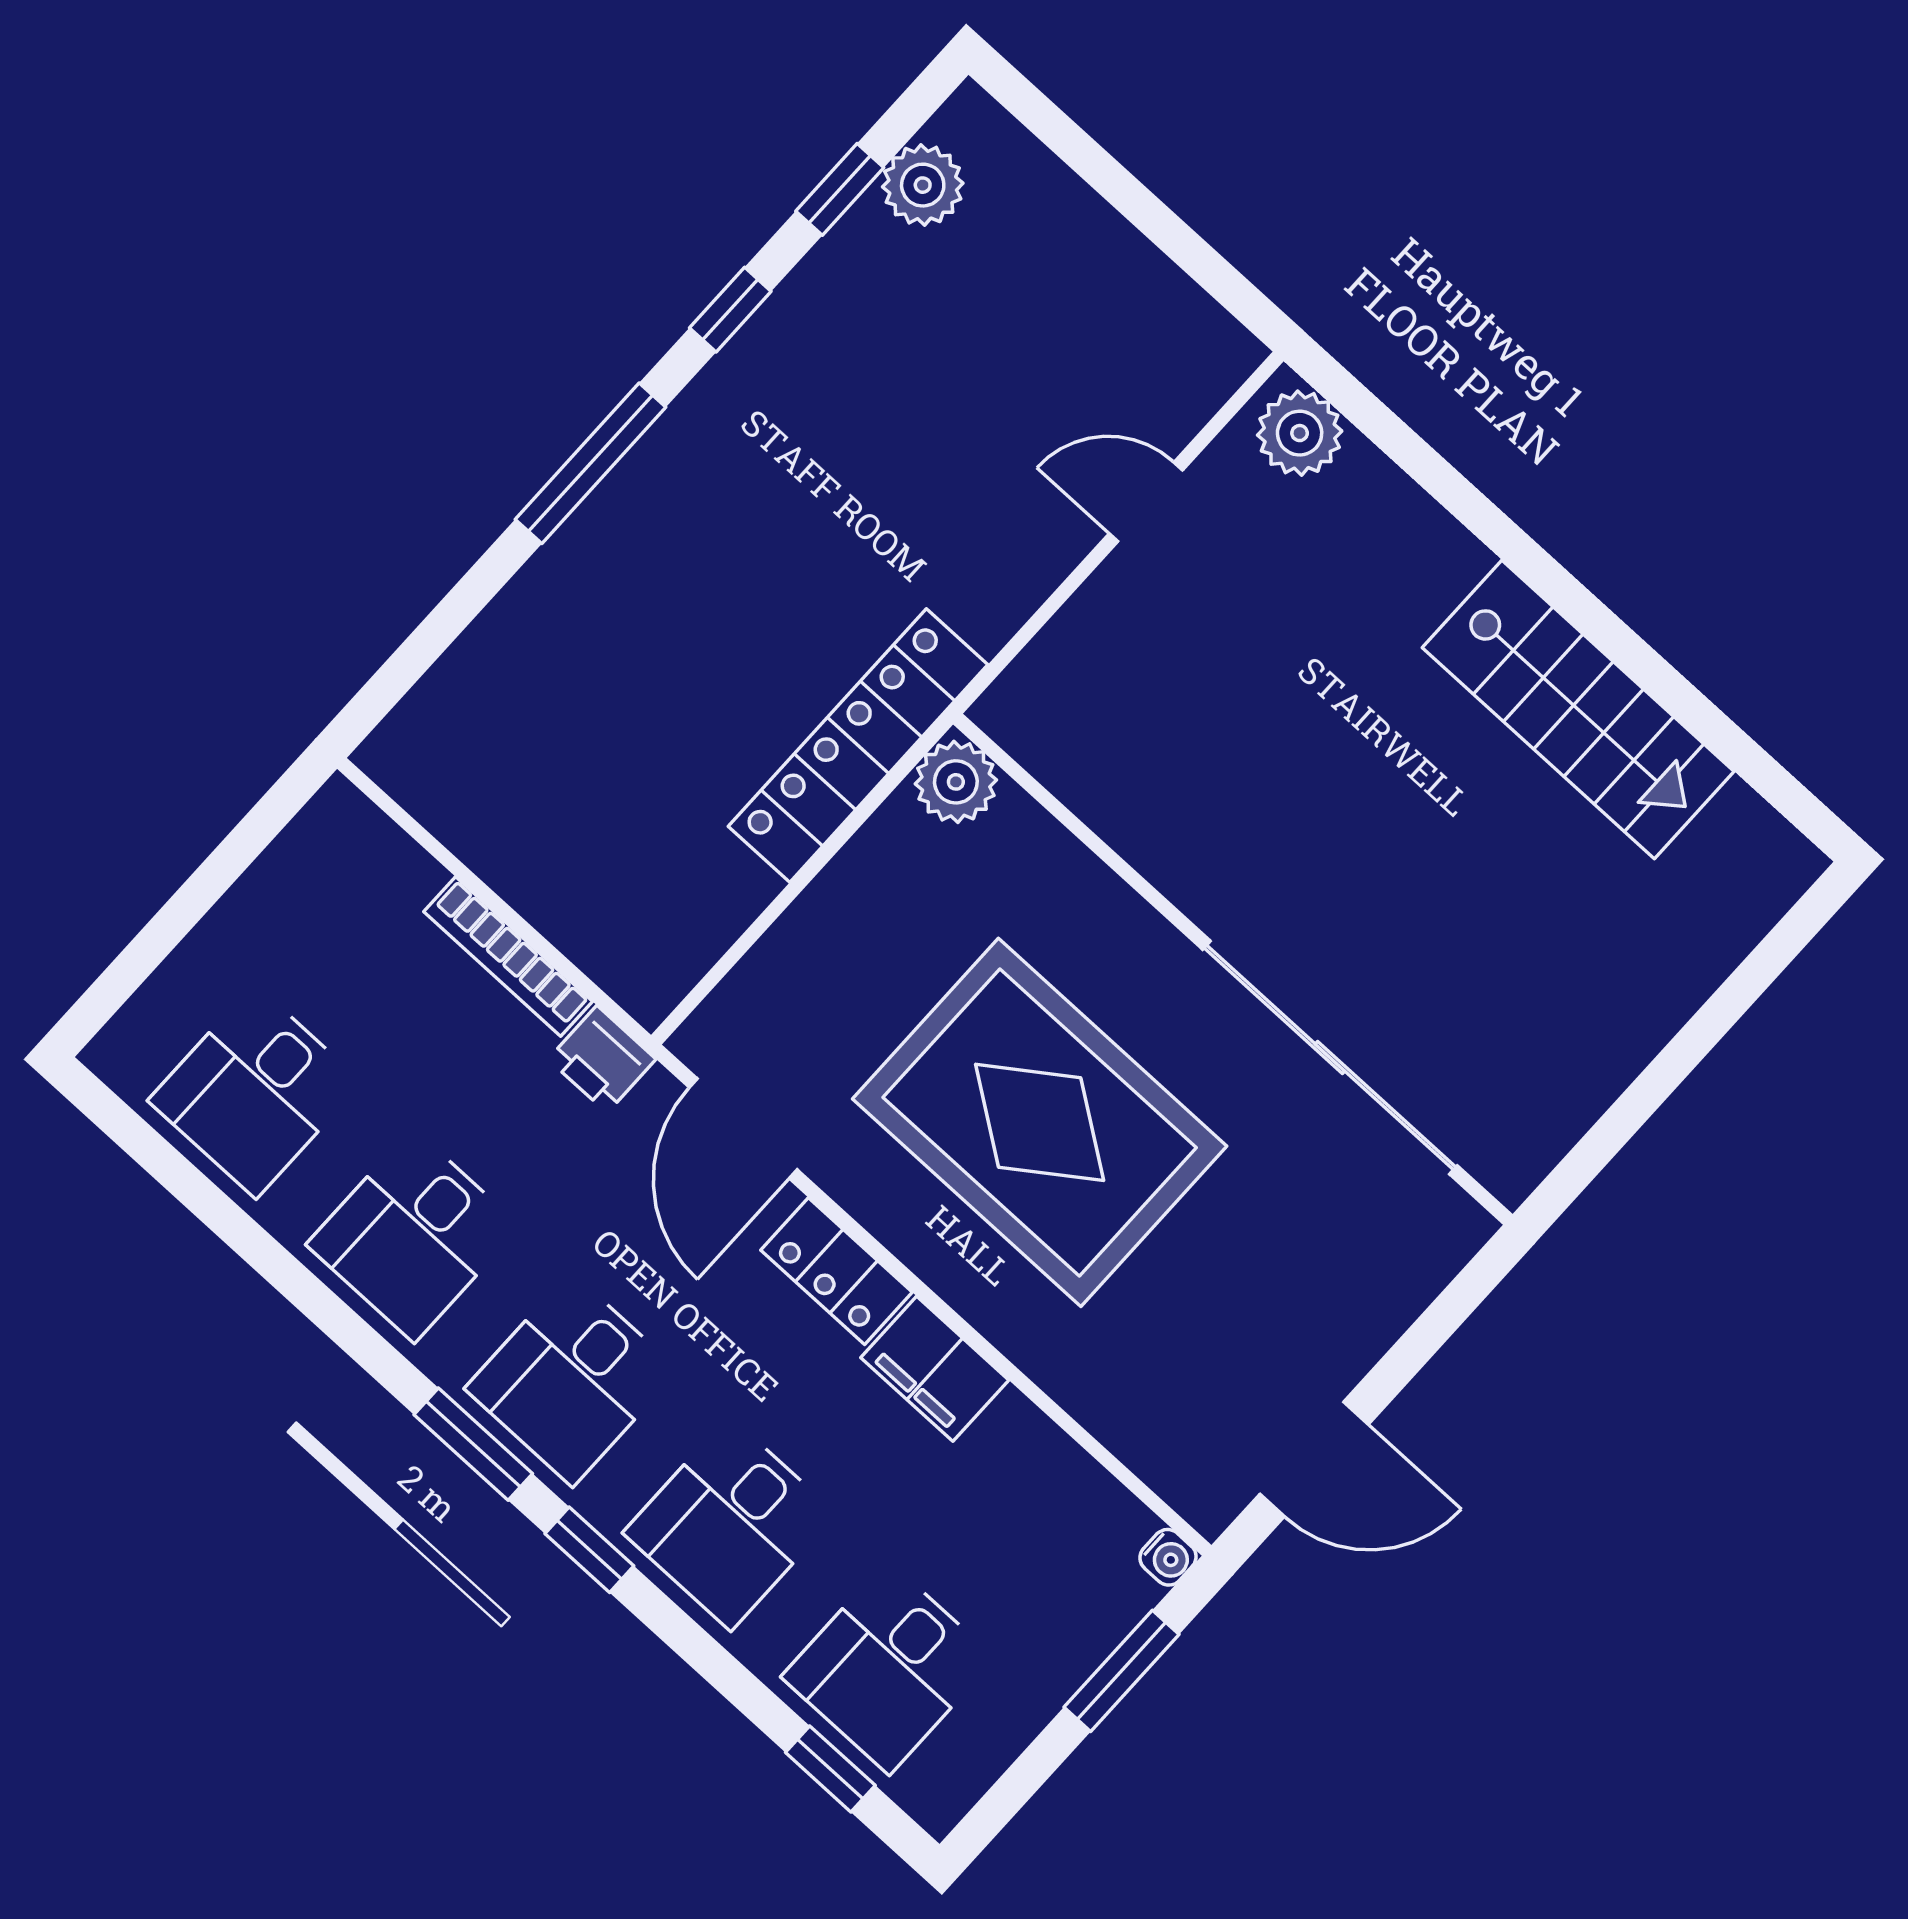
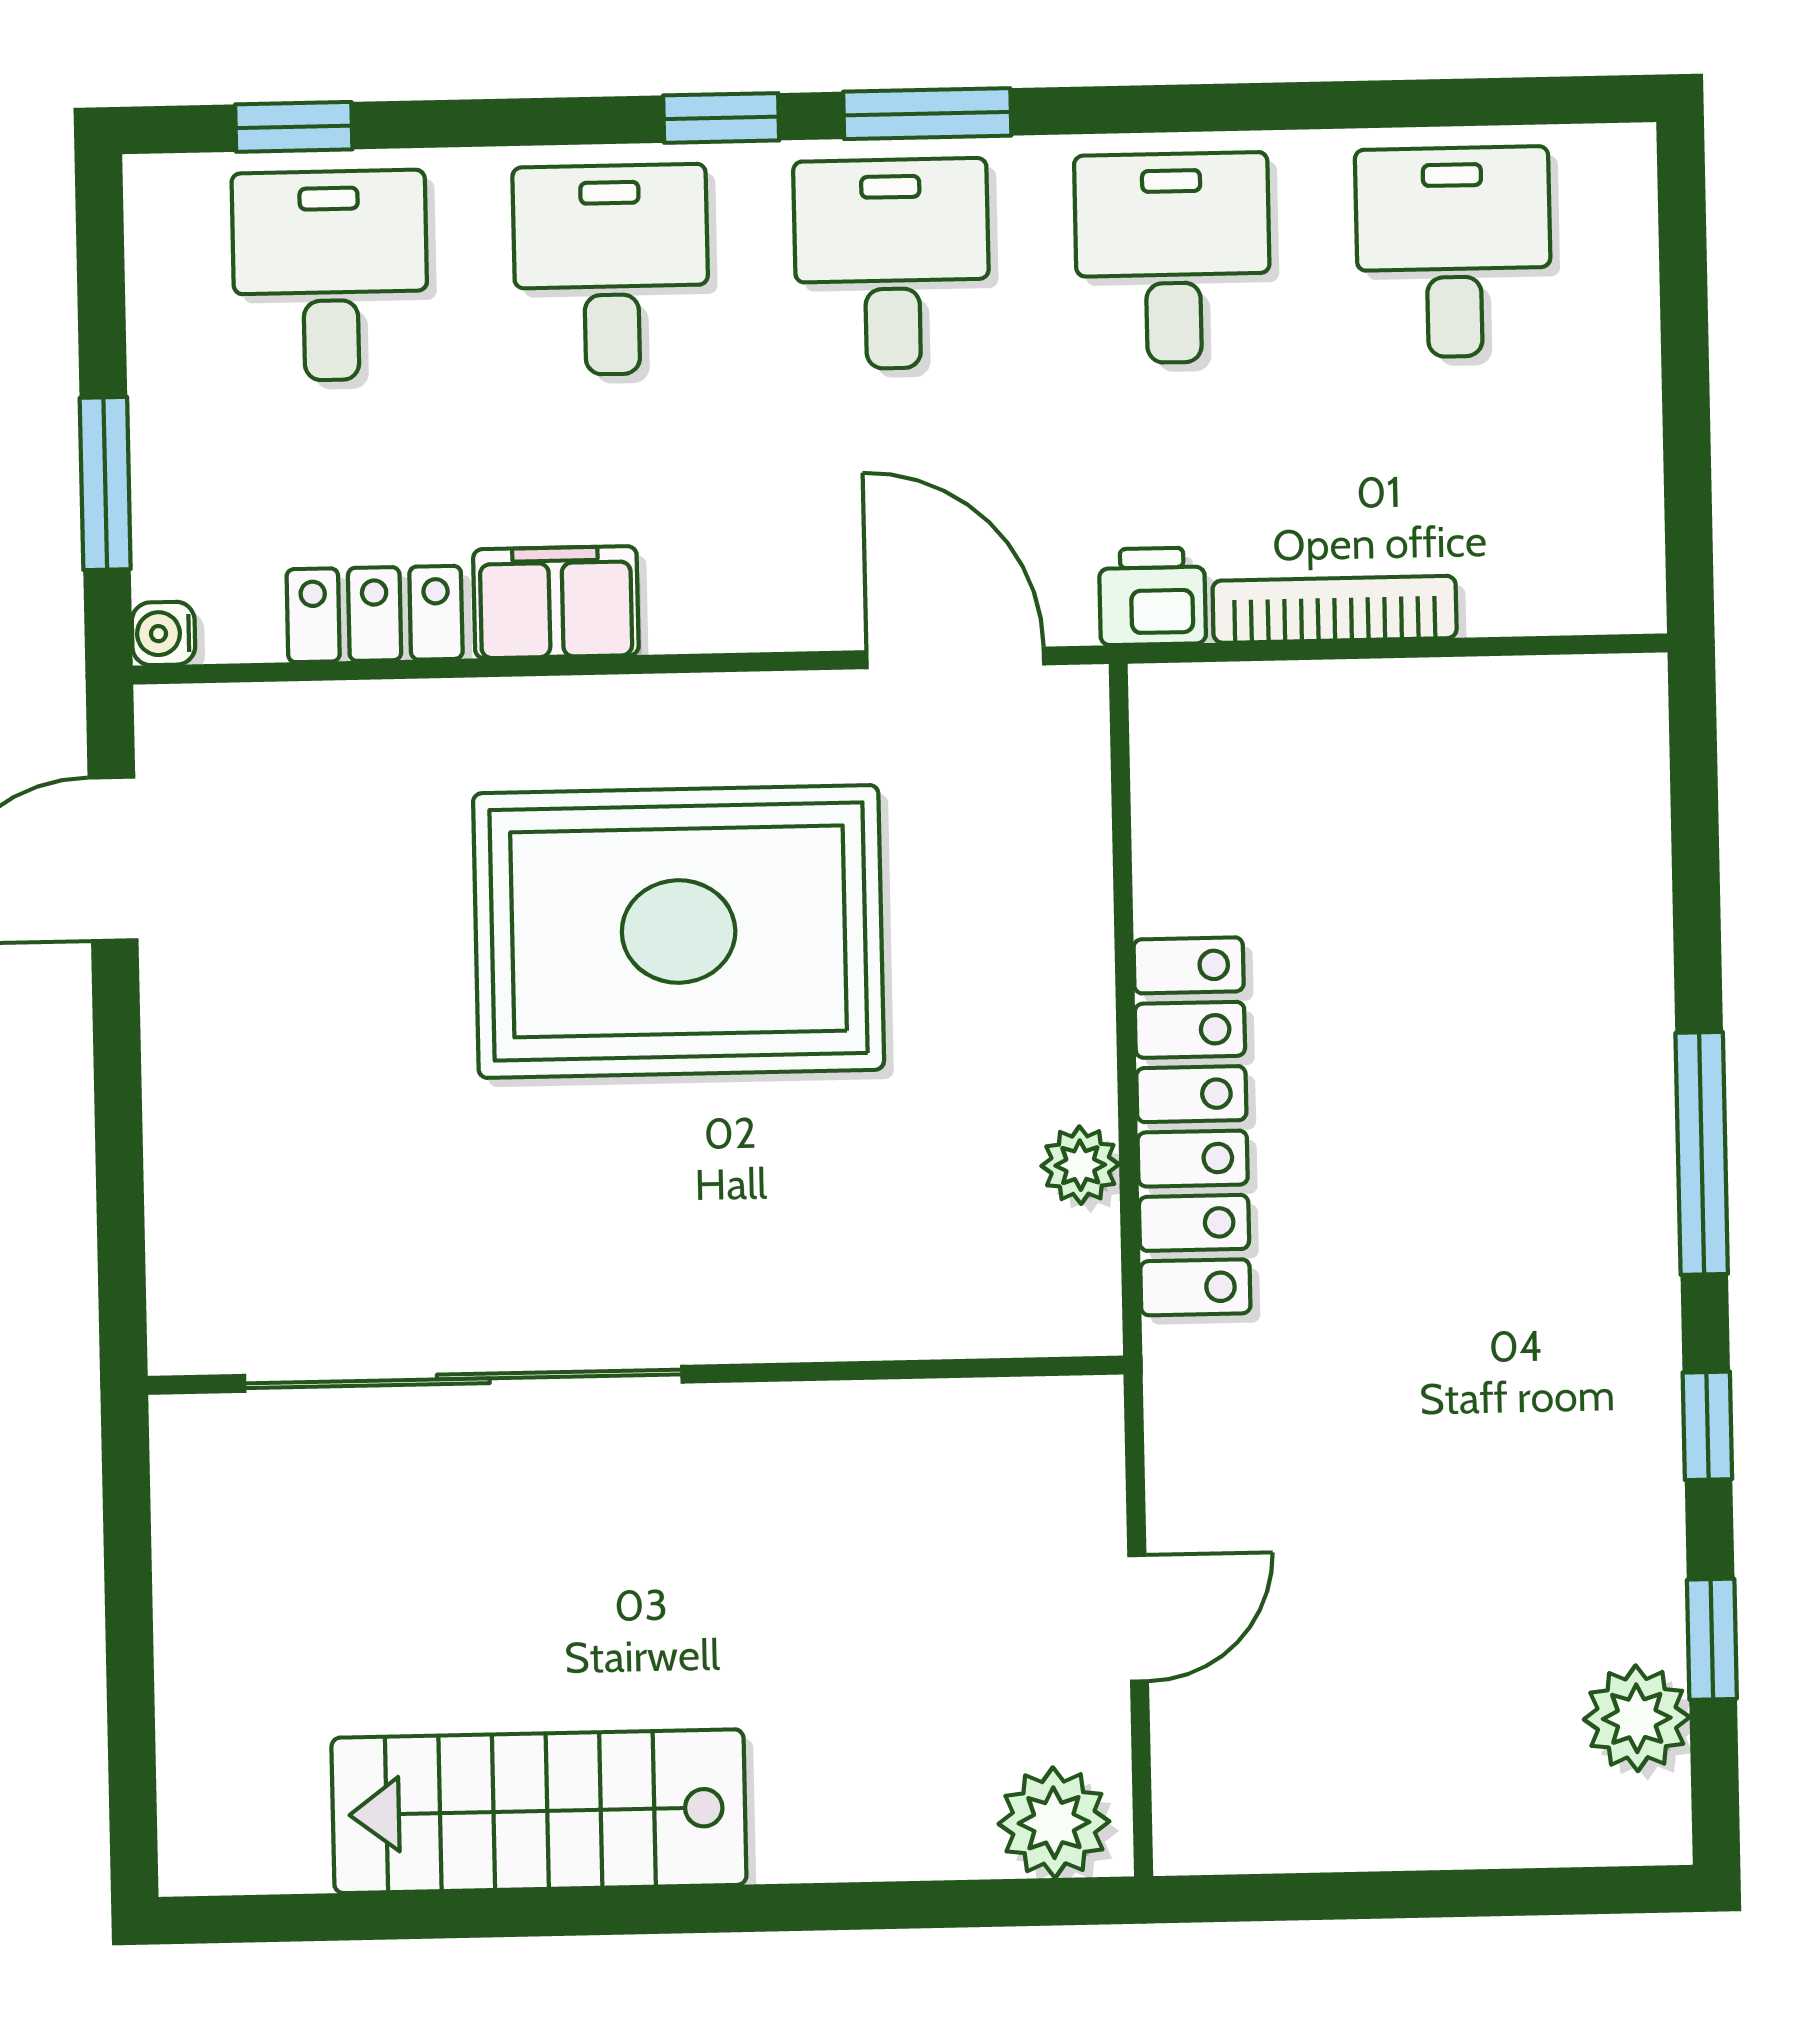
plant: (956, 782) -> (1080, 1165), width x0.73, depth x0.73
wall: (1233, 969) -> (636, 1375), moved
sliding door: (1330, 1058) -> (463, 1379), moved
locker: (837, 1271) -> (375, 614), moved

